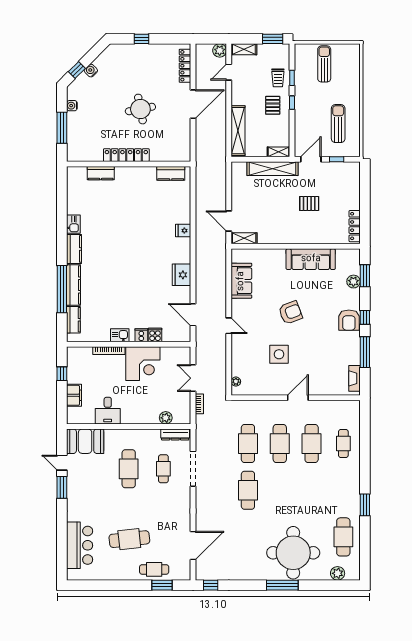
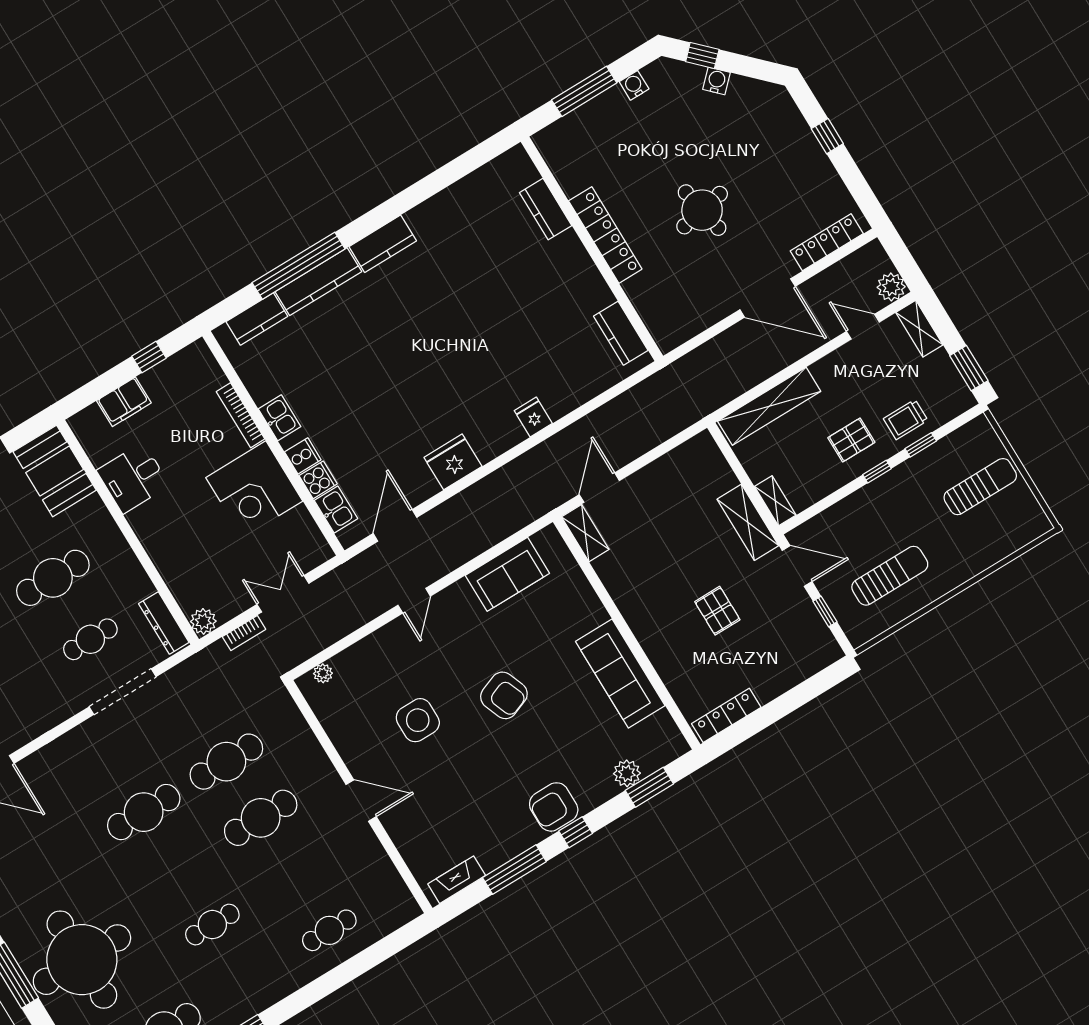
shelving: (272, 169) -> (748, 522), width x0.68
kitchen sink: (73, 224) -> (336, 510), moved, turned -90
plant: (166, 418) -> (203, 621), moved
cafe table: (312, 444) -> (212, 925), moved, width x0.73, depth x0.74

